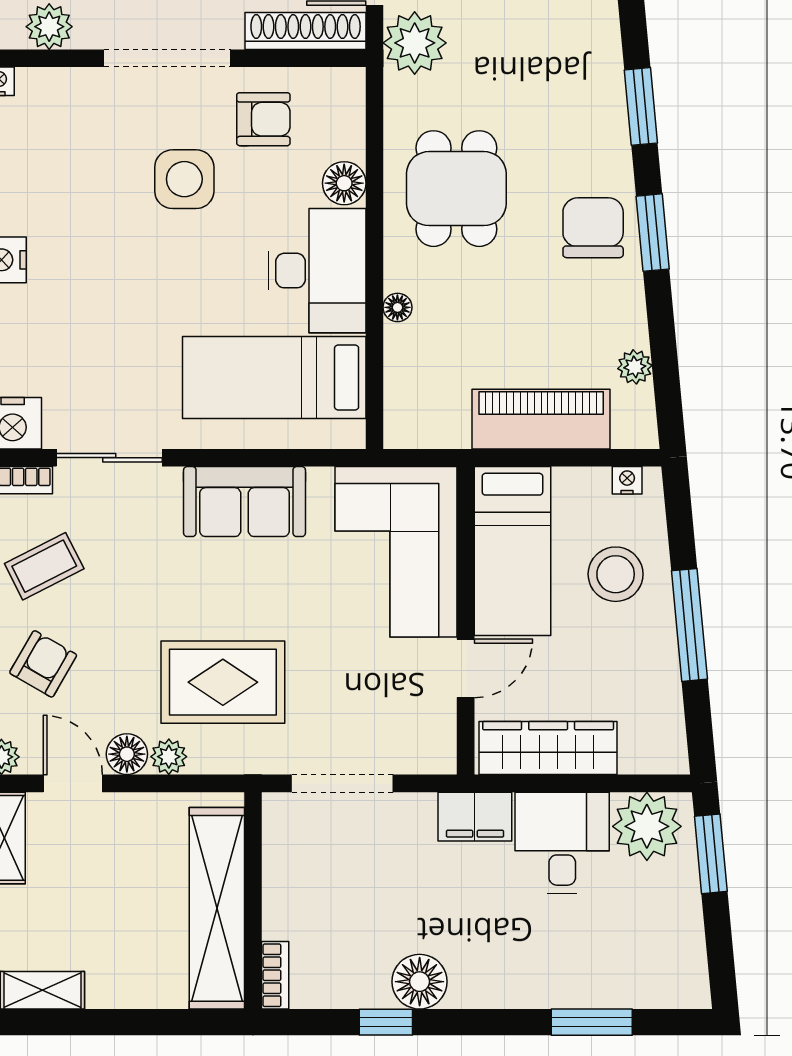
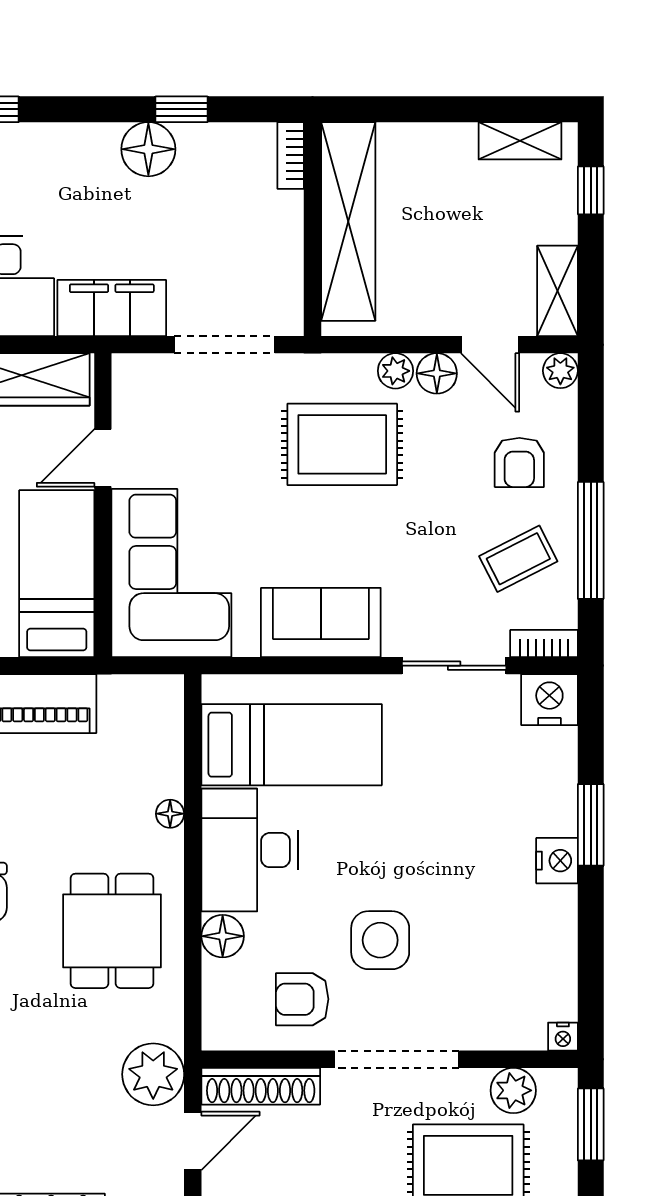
armchair: (43, 664) -> (519, 462), turned -30
filing cabinet: (475, 817) -> (112, 308), width x1.50, depth x1.17

